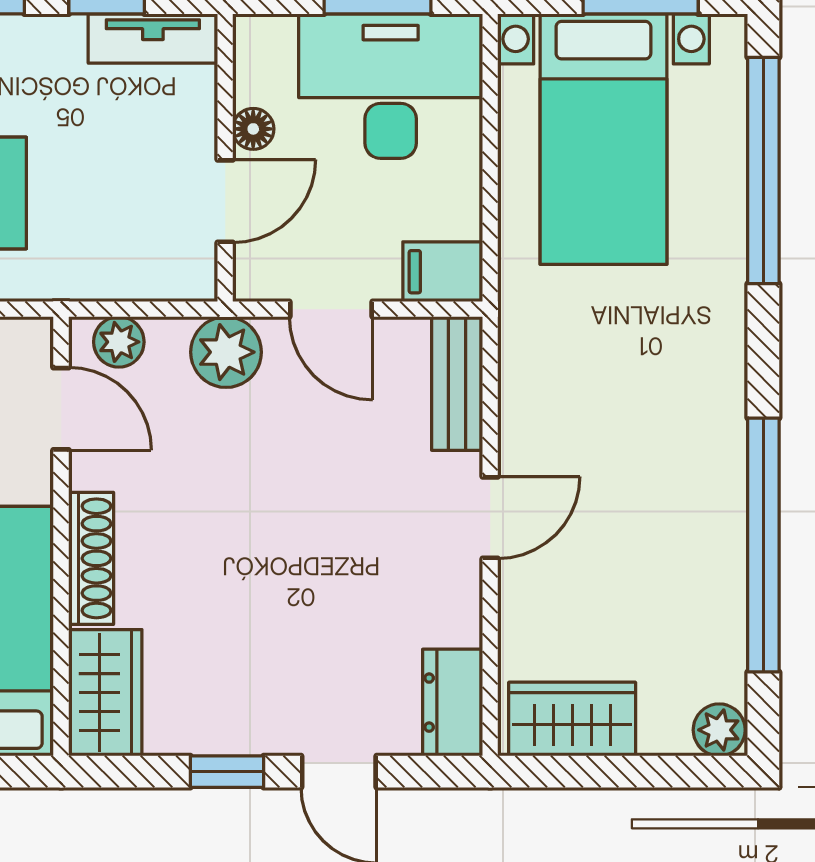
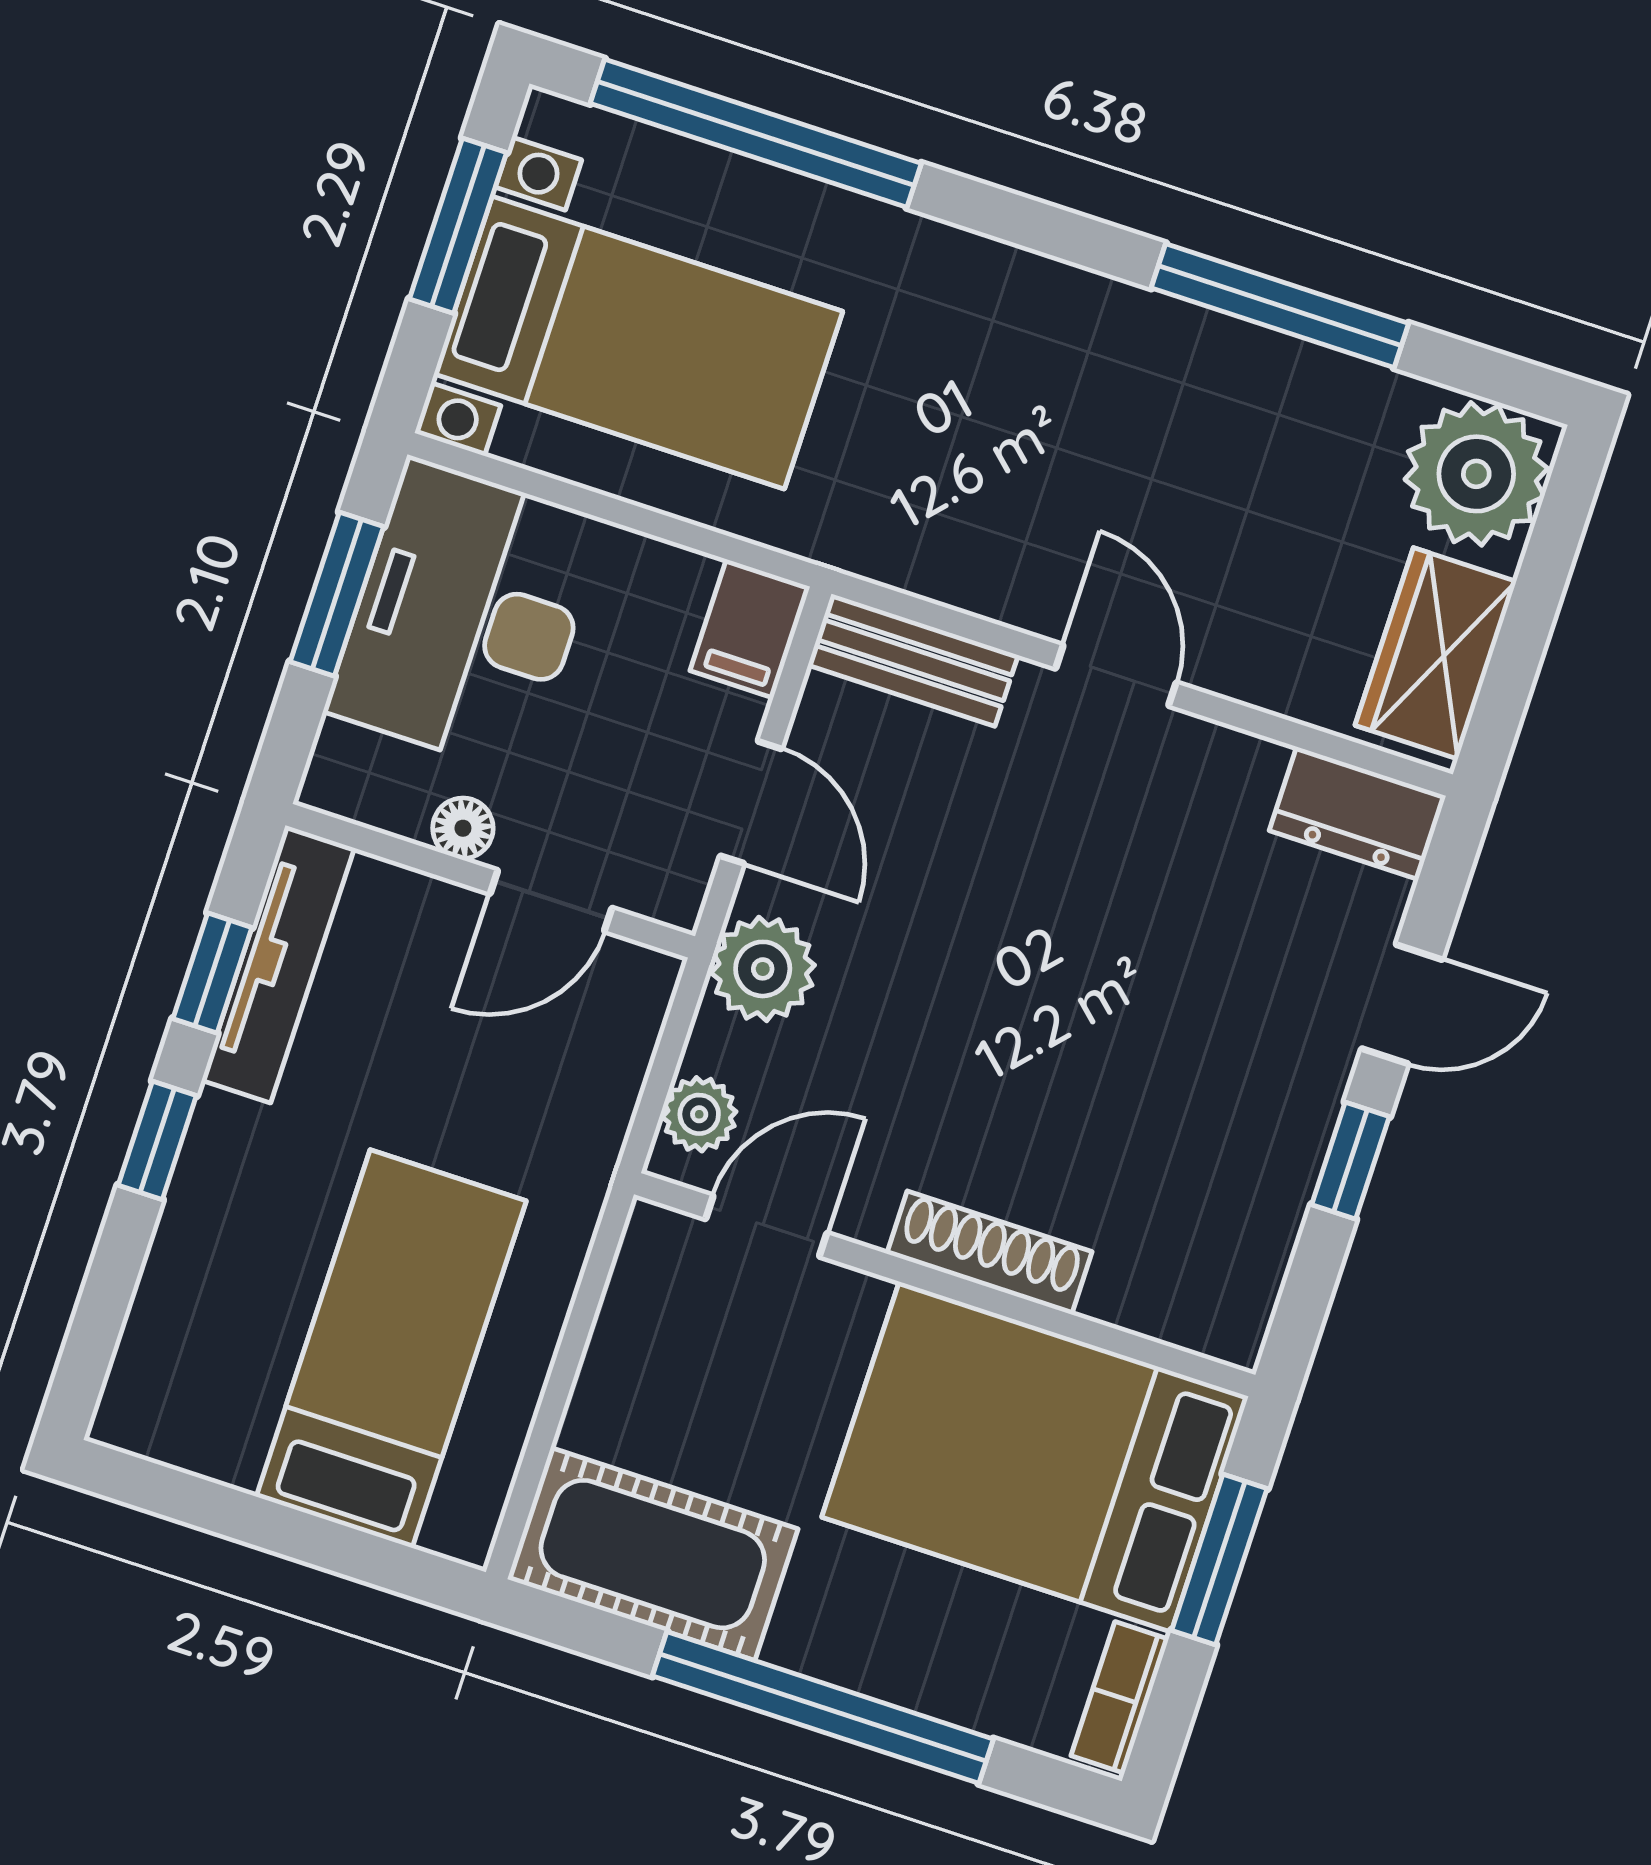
tv unit: (153, 39) -> (278, 964), width x1.41
door: (225, 201) -> (551, 901), swing flipped
door: (331, 309) -> (751, 802), hinge flipped
window: (763, 545) -> (1280, 306), width x0.68
wardrobe: (105, 693) -> (1184, 1295), removed
plant: (719, 730) -> (1476, 474), width x1.87, depth x1.87

